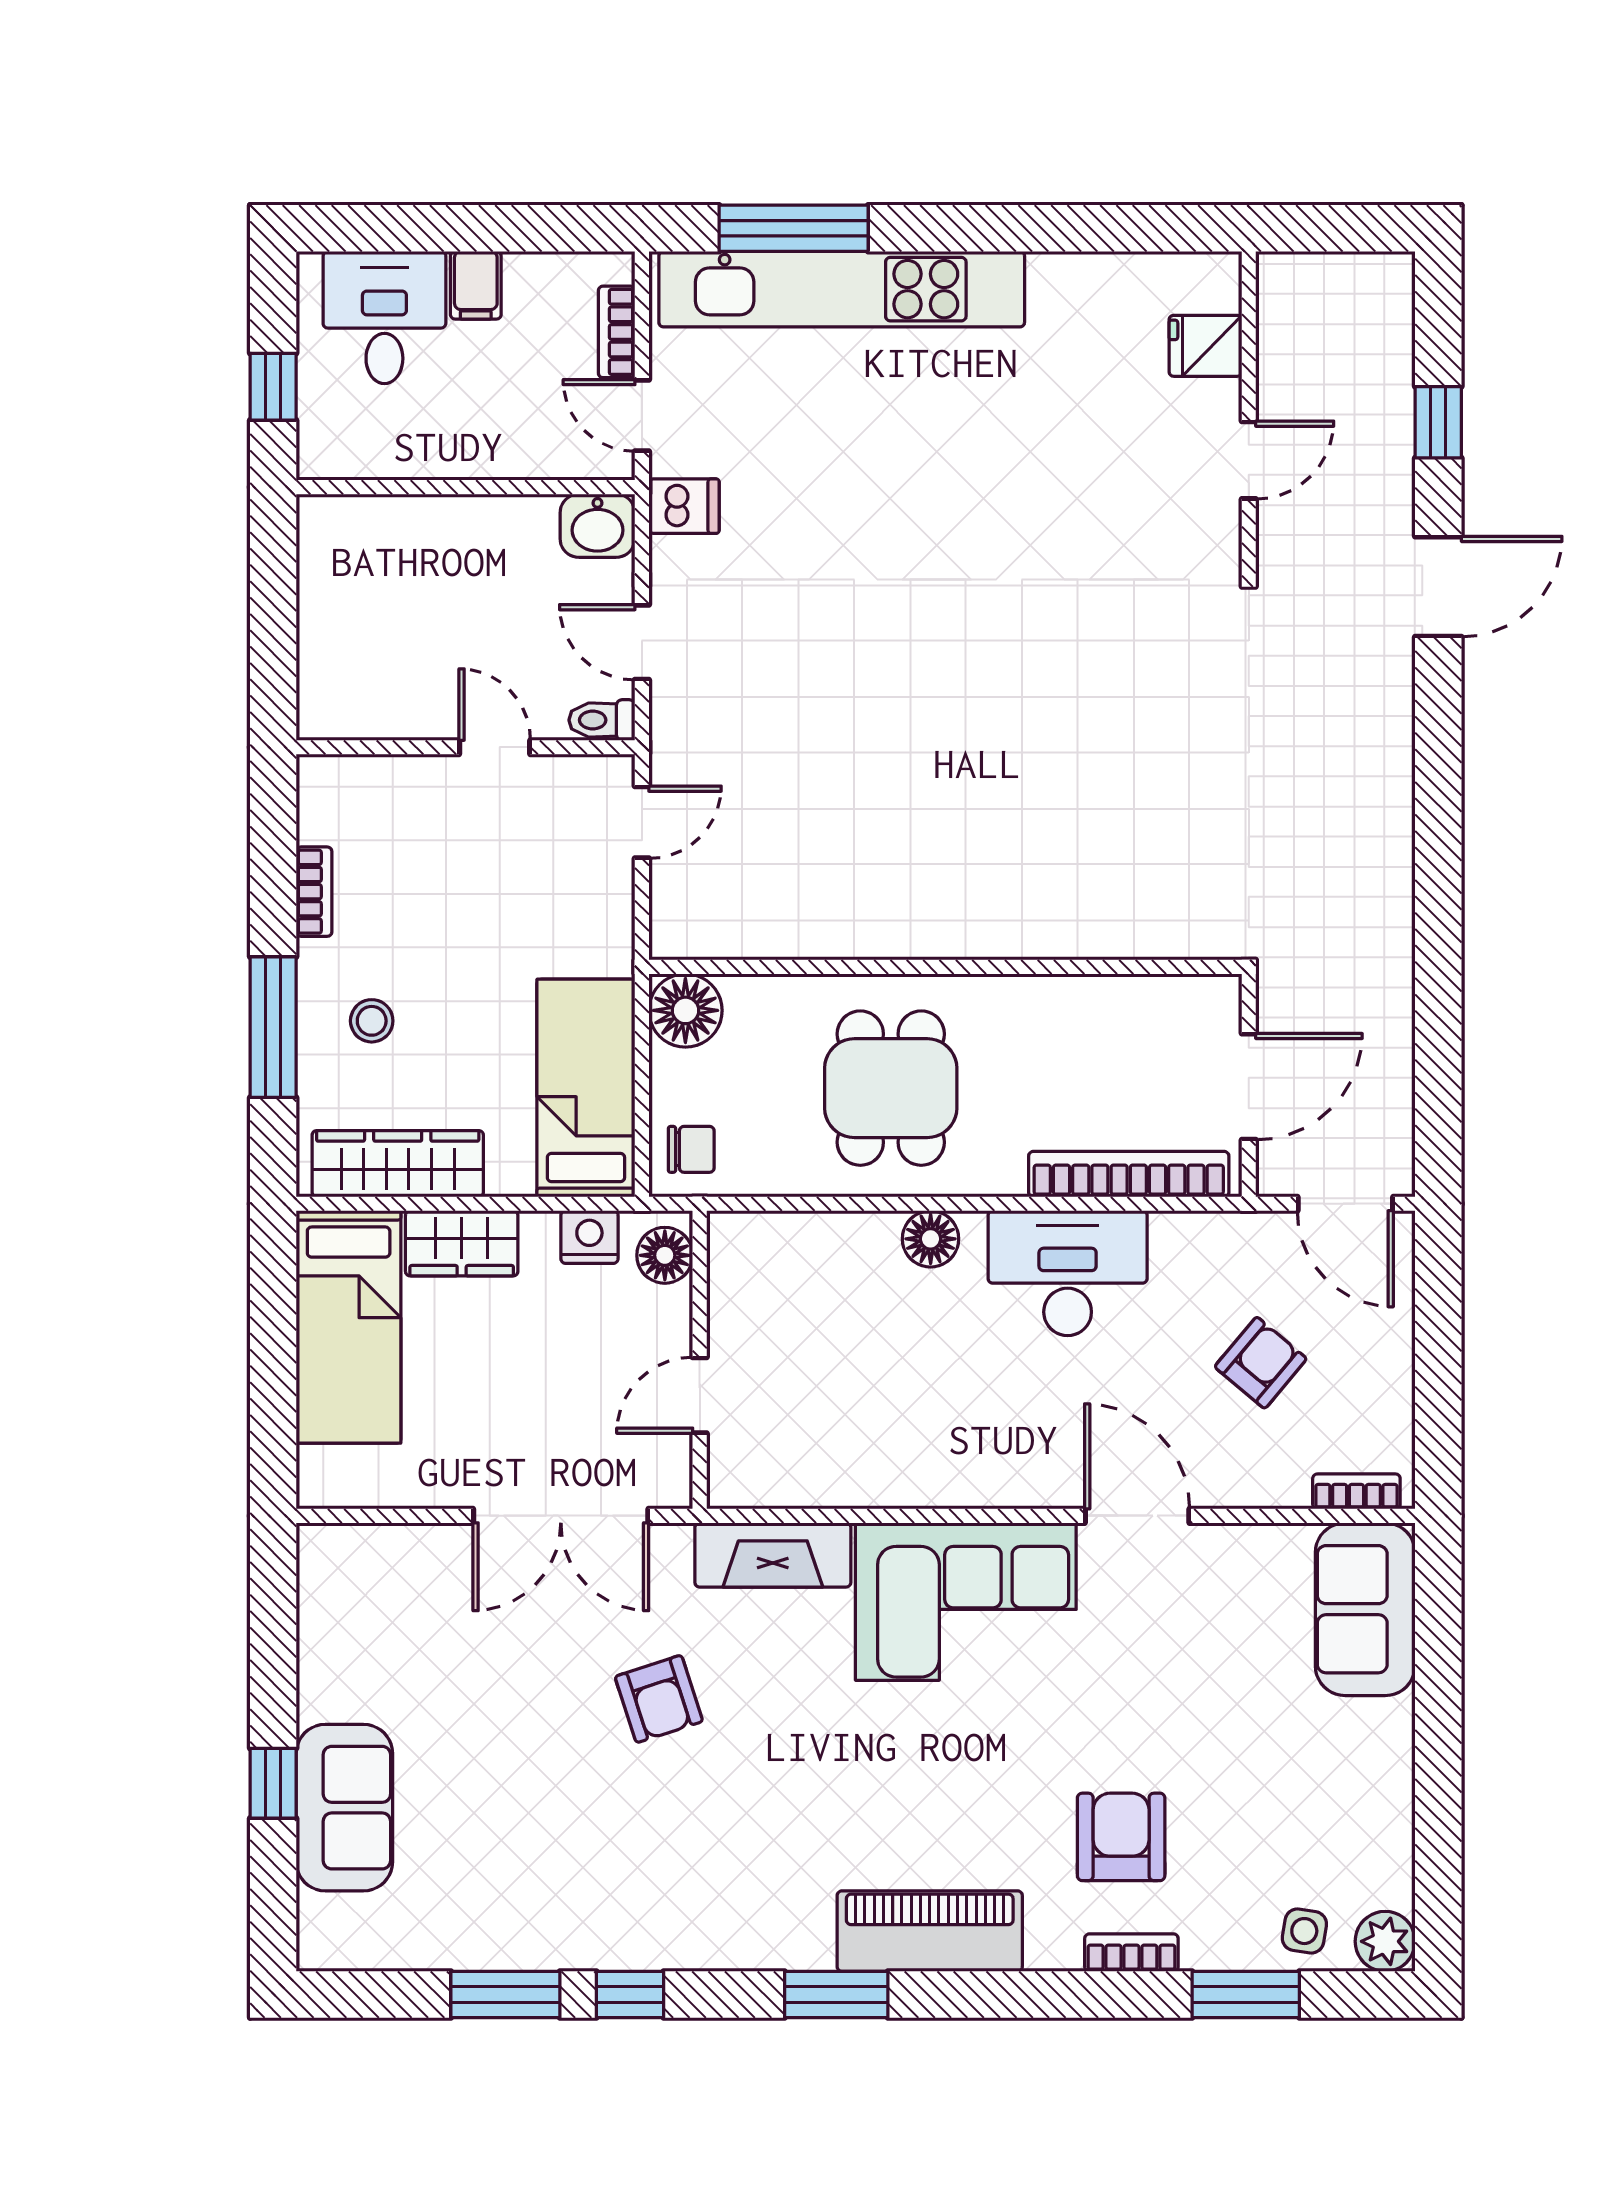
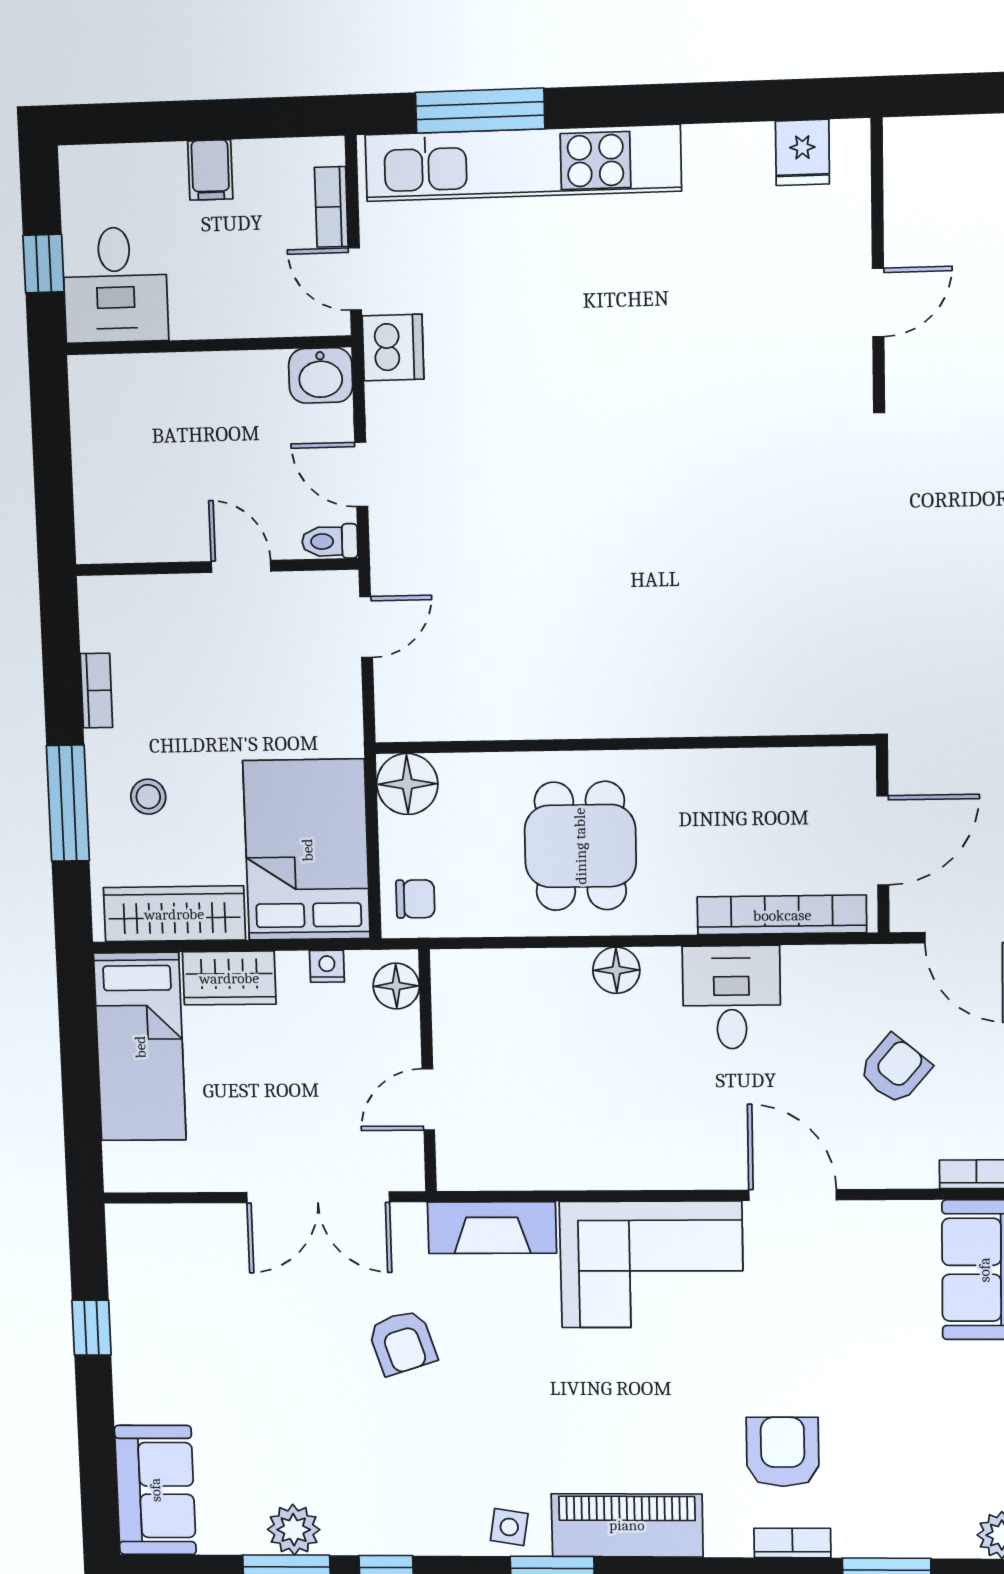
desk: (384, 317) -> (115, 285), moved, turned 180
fridge: (1205, 346) -> (802, 152), moved, turned -90
dishwasher: (684, 506) -> (393, 348), width x1.38
bed: (586, 1088) -> (307, 850), width x1.50
nightstand: (589, 1237) -> (327, 966), width x0.72, depth x0.74
desk: (1068, 1273) -> (732, 997), width x0.73
window: (273, 1783) -> (91, 1328), moved
sofa: (344, 1808) -> (155, 1490), moved
side table: (1304, 1931) -> (509, 1527), moved
plant: (516, 1938) -> (294, 1530), added

